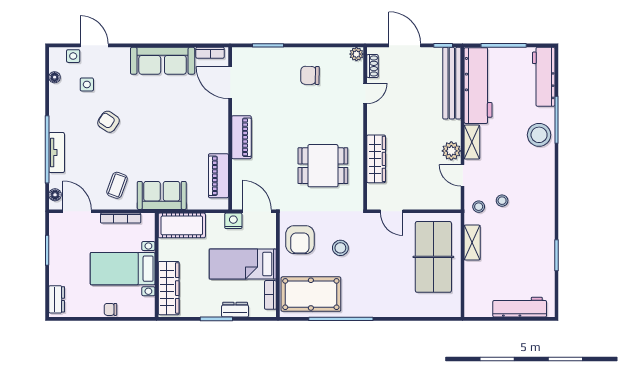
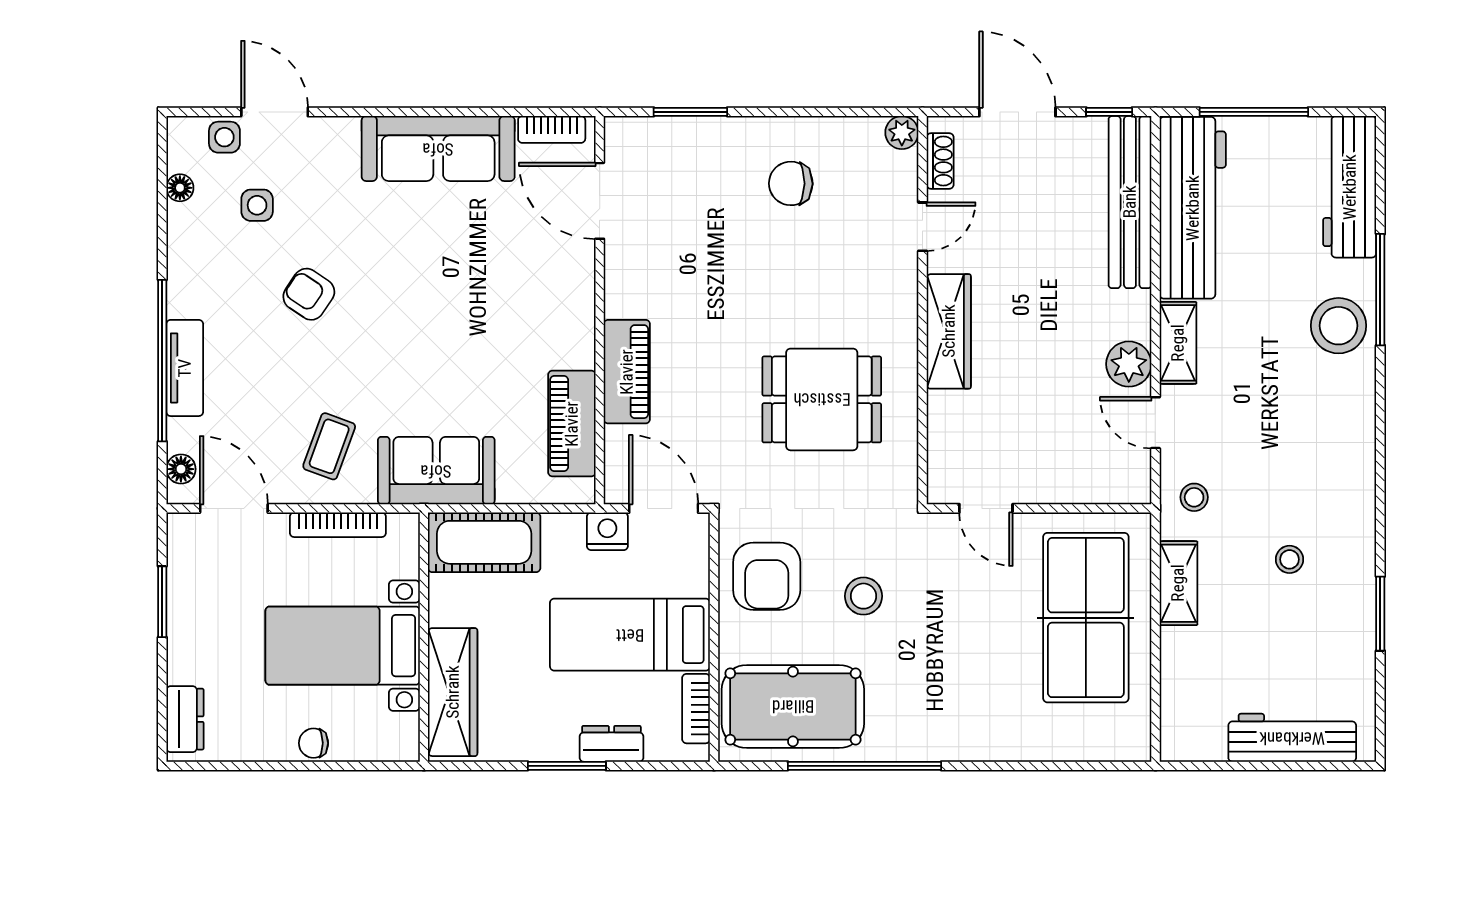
piano: (241, 137) -> (627, 372), moved
wardrobe: (376, 159) -> (949, 331), moved
stool: (502, 201) -> (1290, 559), moved

